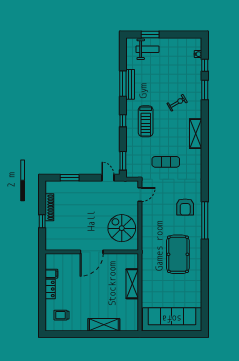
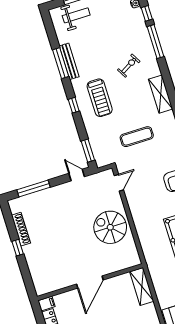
window: (205, 90) -> (156, 42), width x1.44
window: (70, 178) -> (33, 188), width x1.44
door: (92, 252) -> (90, 282), moved
wall: (92, 252) -> (90, 282), moved

